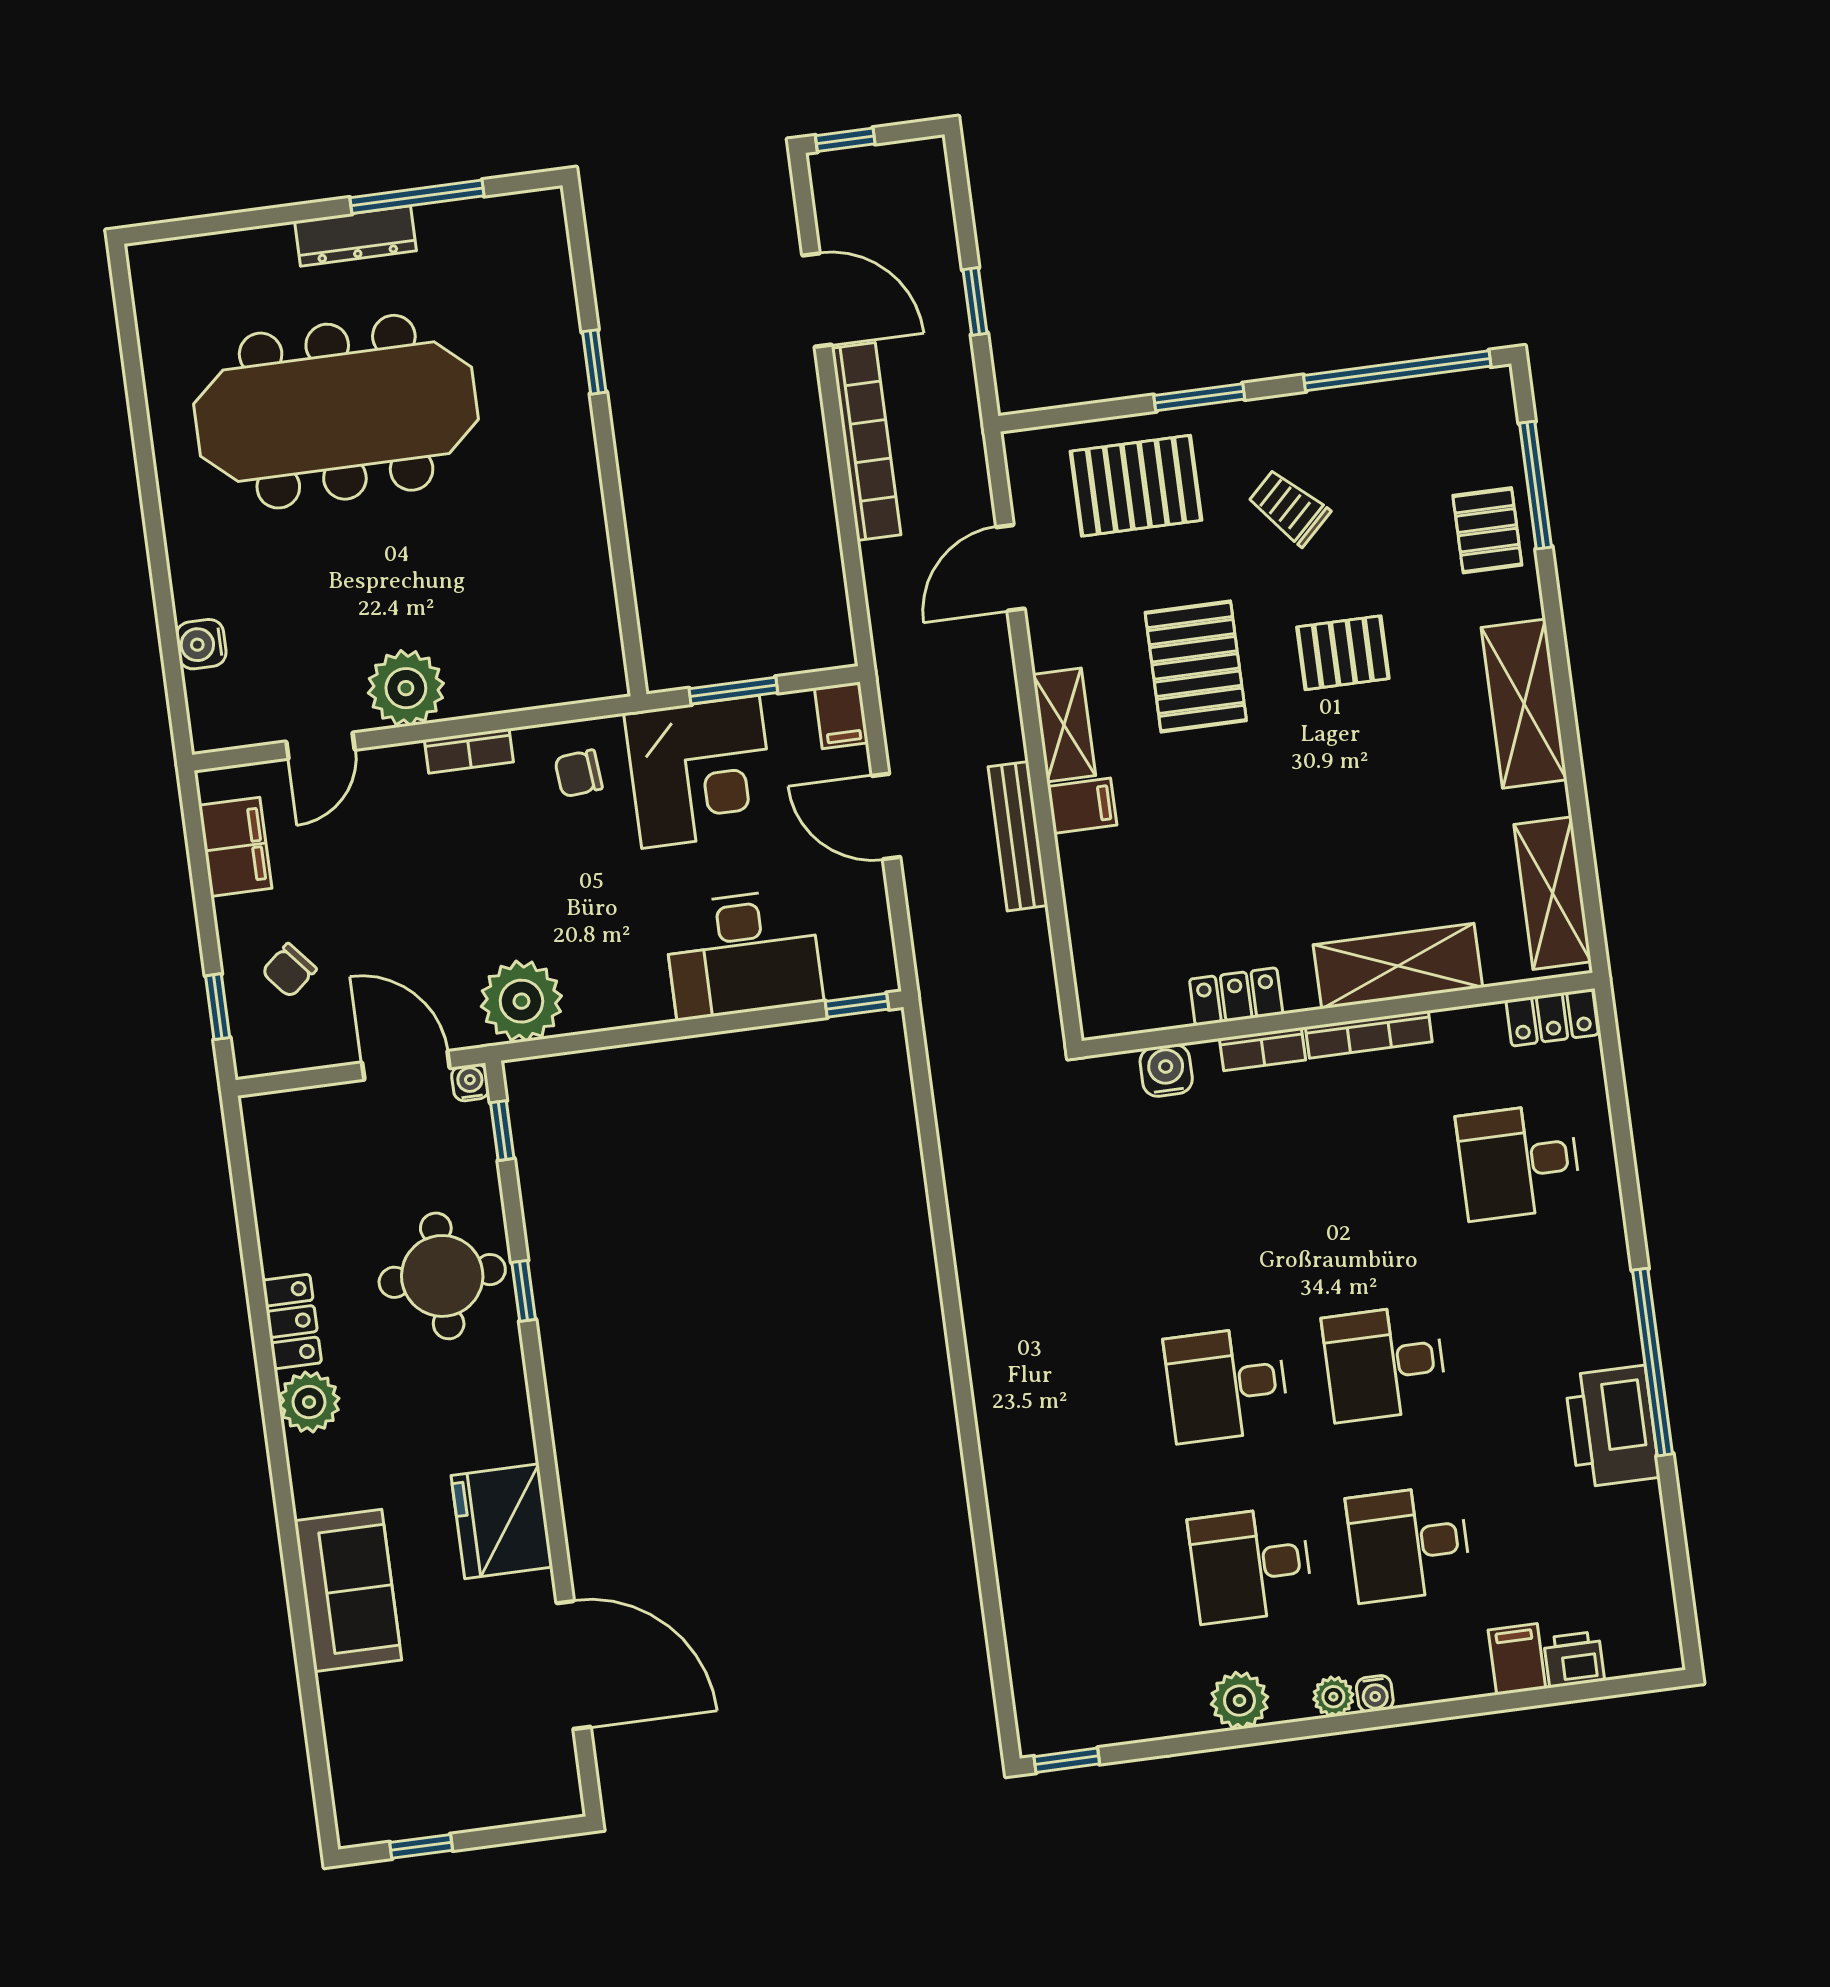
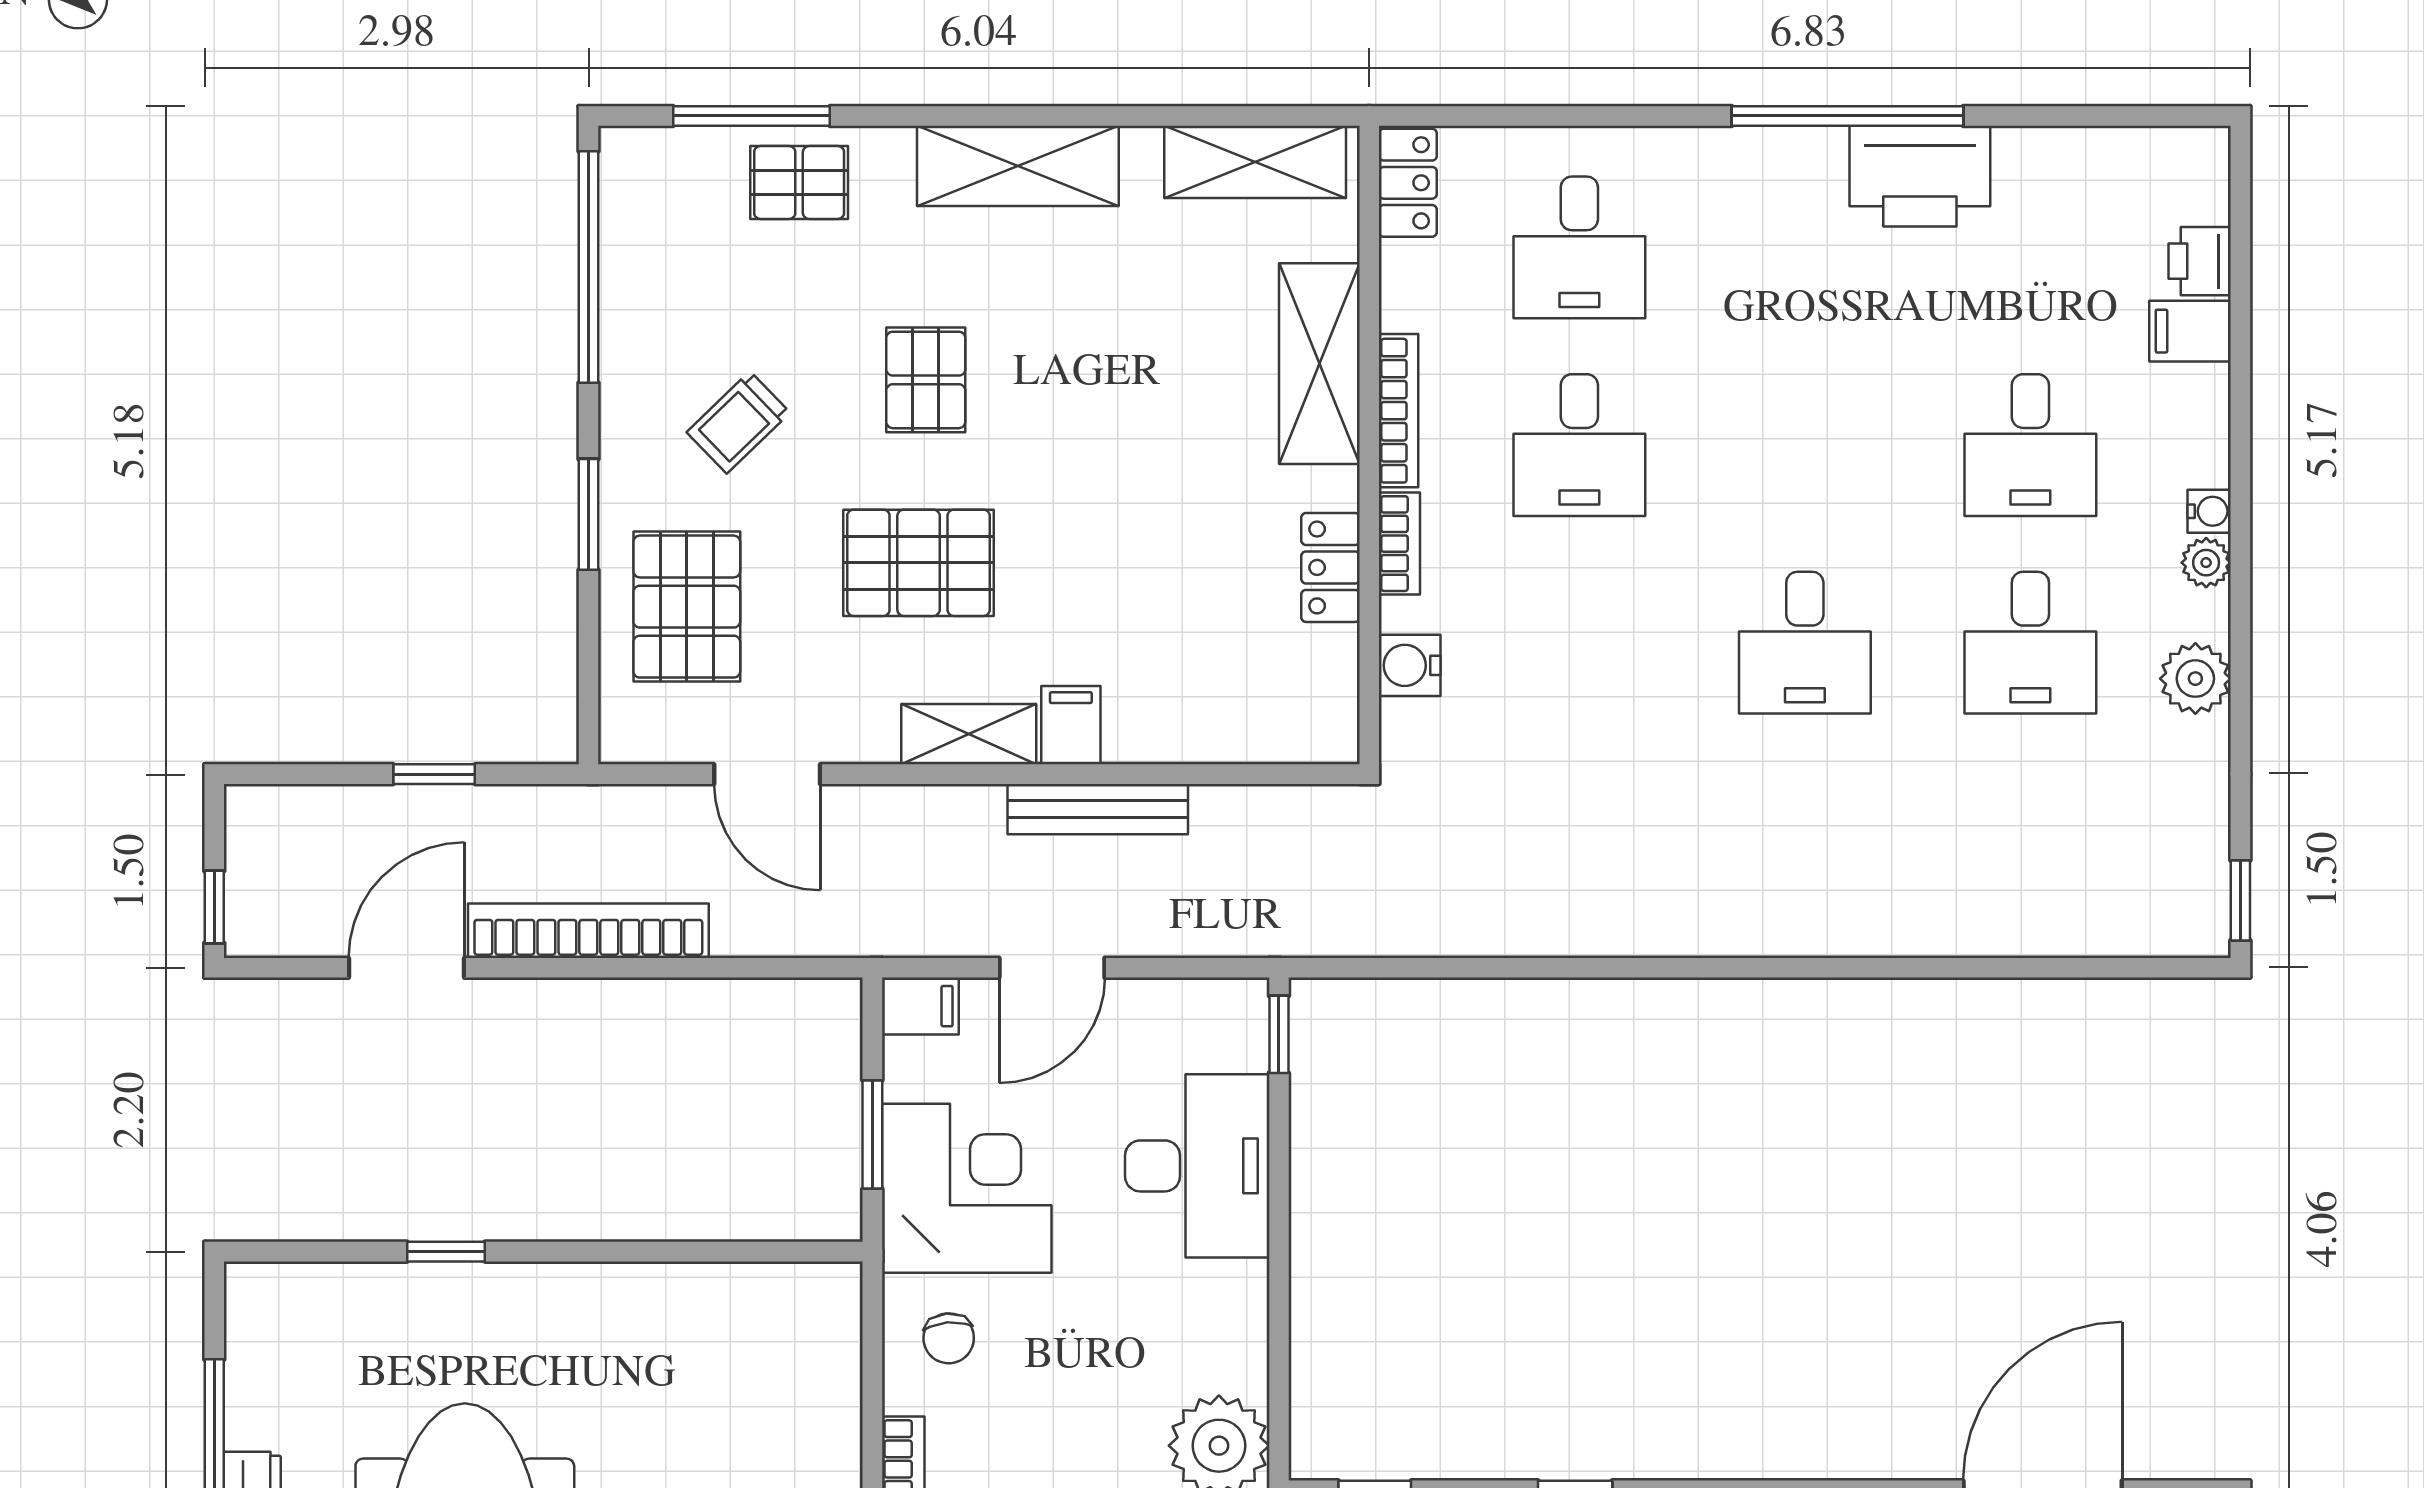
desk: (1385, 1363) -> (1579, 445), moved

